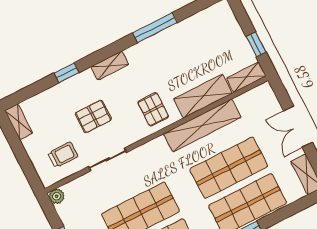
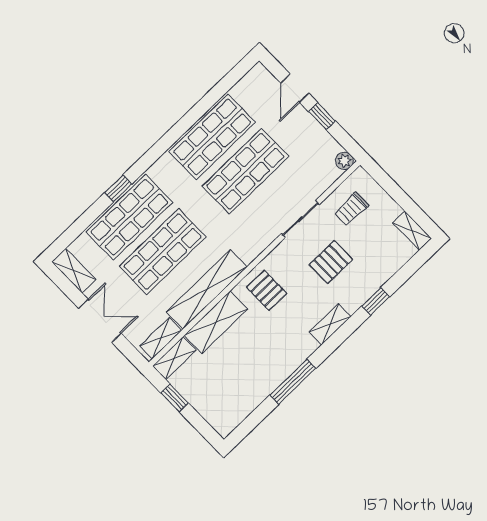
shelving: (252, 97) -> (161, 338), added

